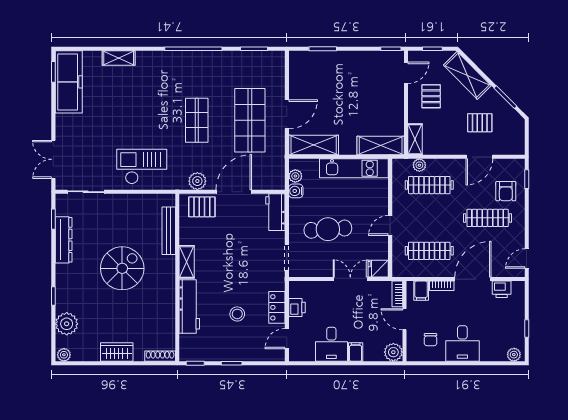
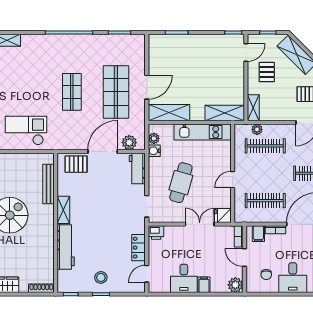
plant: (197, 181) -> (129, 143), moved
cafe table: (328, 229) -> (181, 183), turned -70
printer: (297, 308) -> (156, 233), moved, turned 90
stool: (237, 314) -> (101, 277), moved

